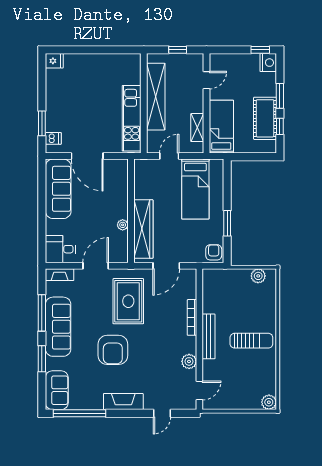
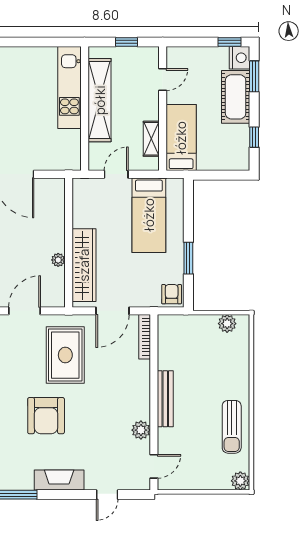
window: (280, 96) -> (254, 76), moved
kitchen unit: (132, 118) -> (69, 87), moved
cot: (265, 118) -> (236, 97), moved
bookcase: (192, 317) -> (145, 337), moved
sun lounger: (251, 341) -> (232, 427), moved, turned 90

